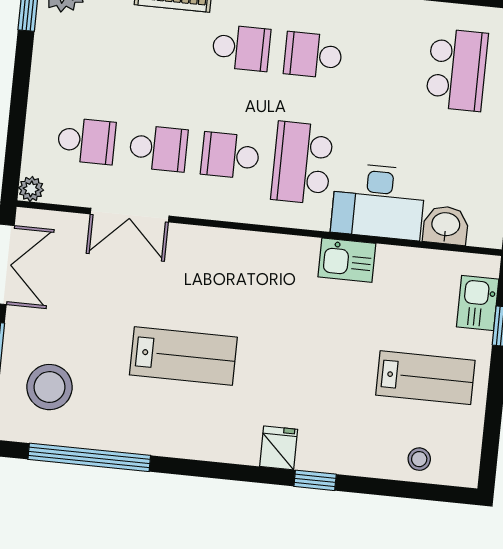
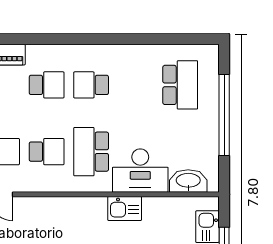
school desk: (230, 156) -> (47, 152), turned 180
washbasin: (446, 225) -> (188, 181), width x1.38

